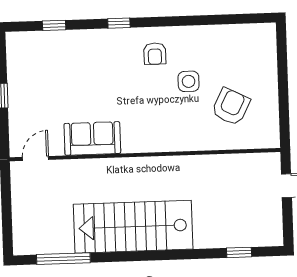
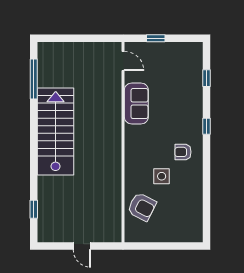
sofa: (92, 138) -> (136, 104), moved
wall: (145, 155) -> (123, 142), moved
door: (36, 158) -> (123, 61), moved

